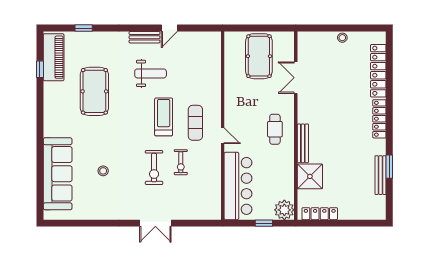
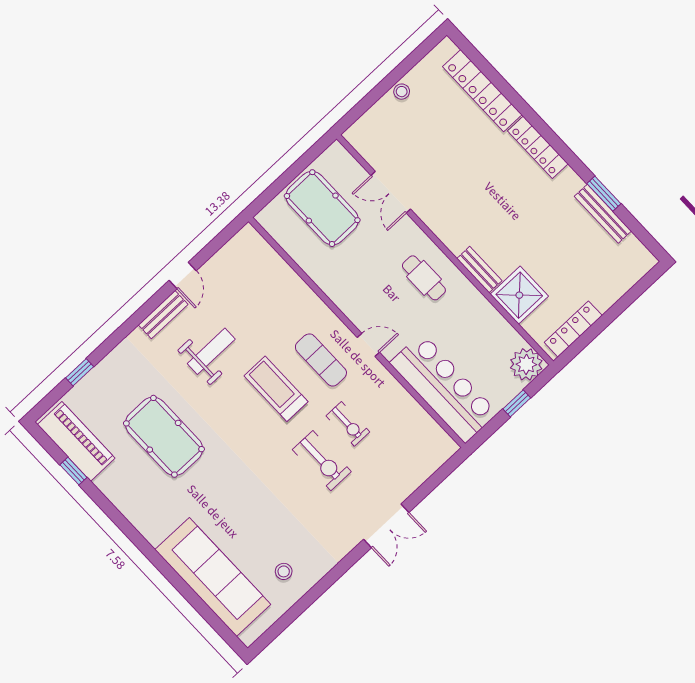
bench: (303, 143) -> (479, 270), width x0.73
stool: (103, 171) -> (284, 571), moved

